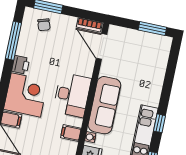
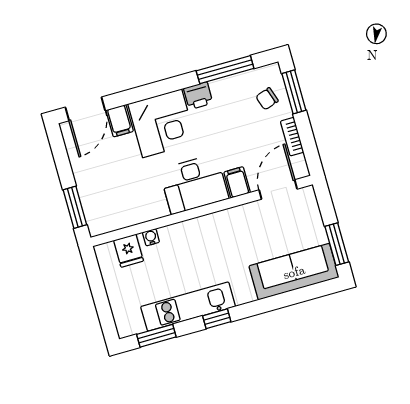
bookcase: (89, 25) -> (292, 137), moved
sofa: (104, 105) -> (294, 272), moved, turned 180
filing cabinet: (71, 133) -> (237, 182), moved

